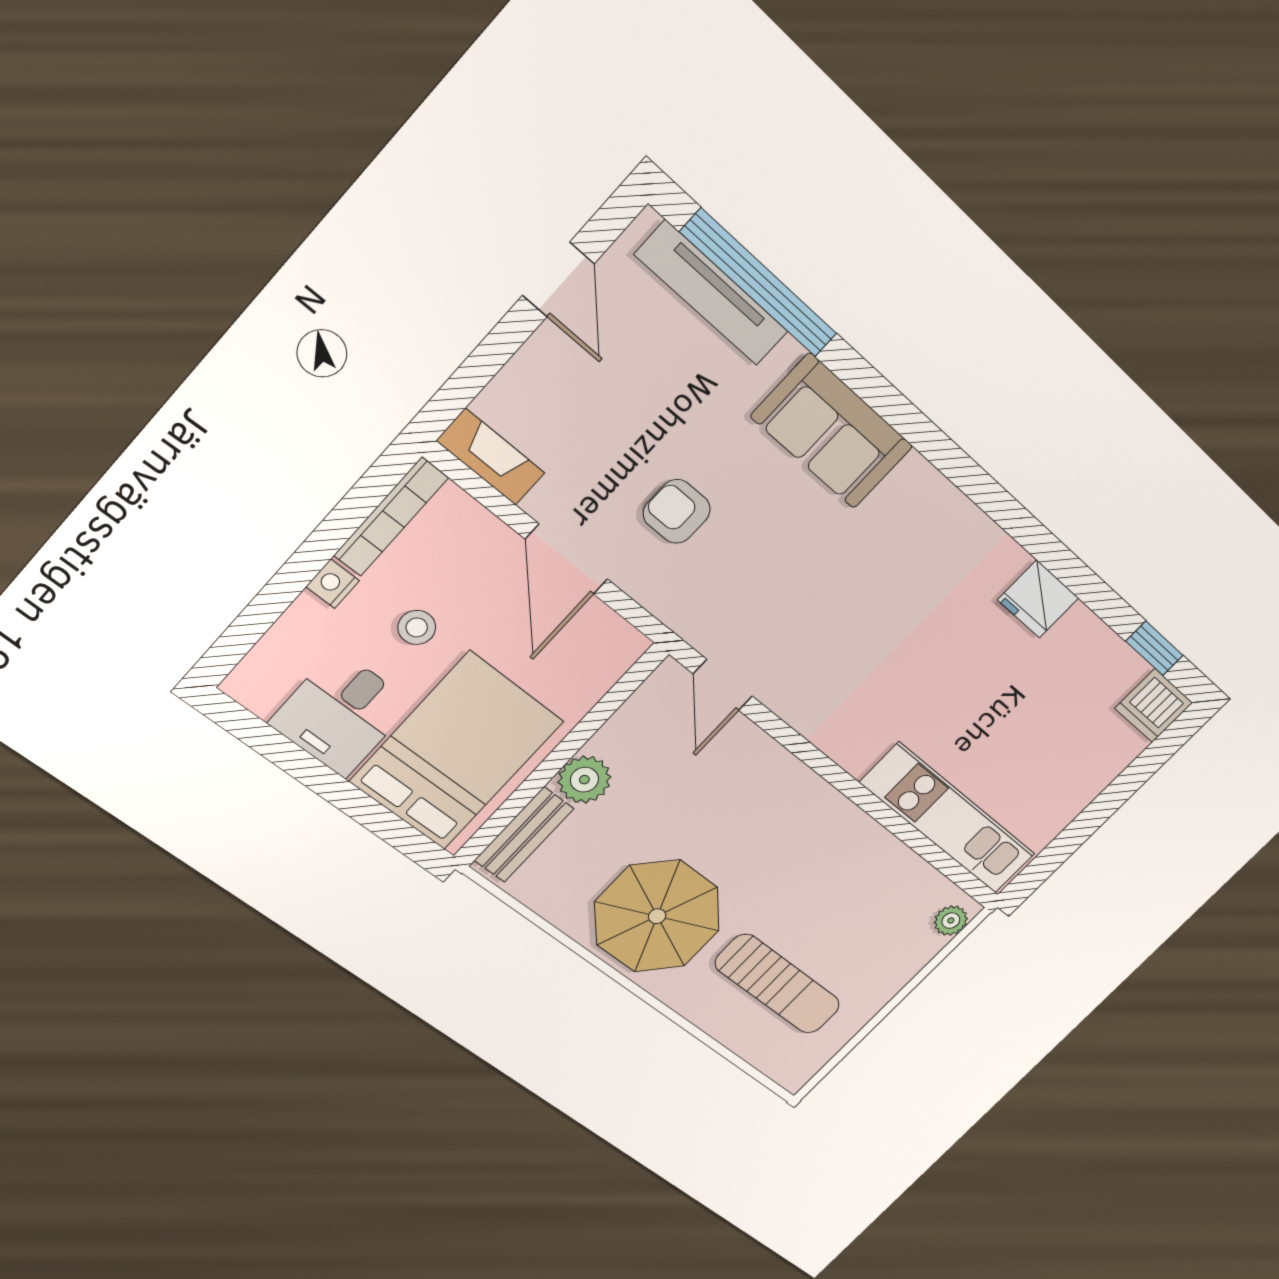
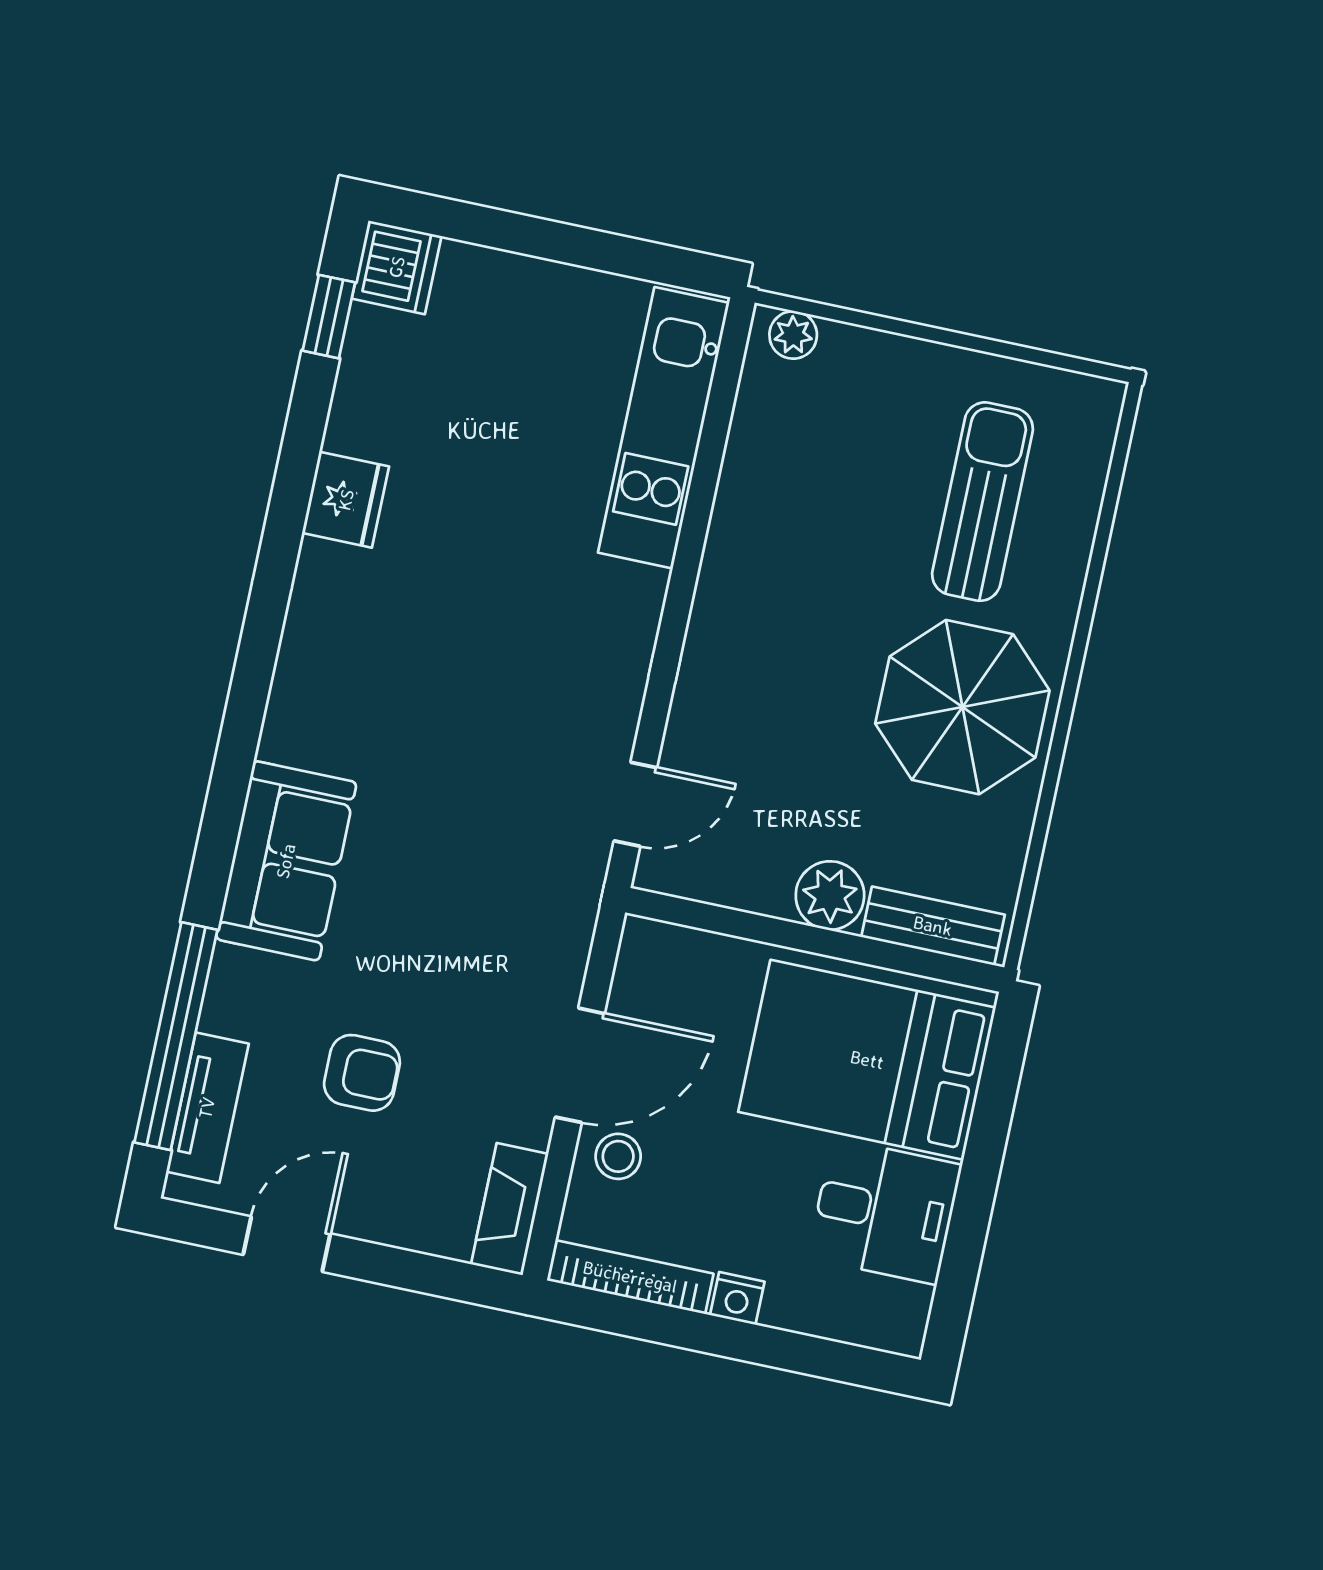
tv unit: (712, 293) -> (207, 1108), width x0.71
armchair: (677, 511) -> (362, 1073), moved, turned -90
stool: (417, 627) -> (618, 1156), moved

